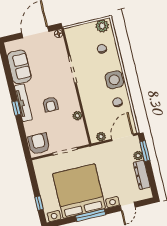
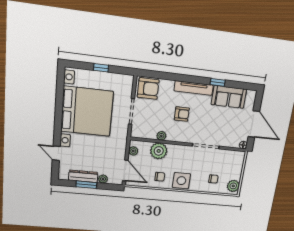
armchair: (50, 104) -> (182, 114), turned 180
window: (16, 108) -> (218, 82), moved
plant: (93, 113) -> (159, 151), added
window: (145, 151) -> (86, 185), moved
window: (39, 203) -> (101, 68), moved
window: (91, 215) -> (58, 114), removed

